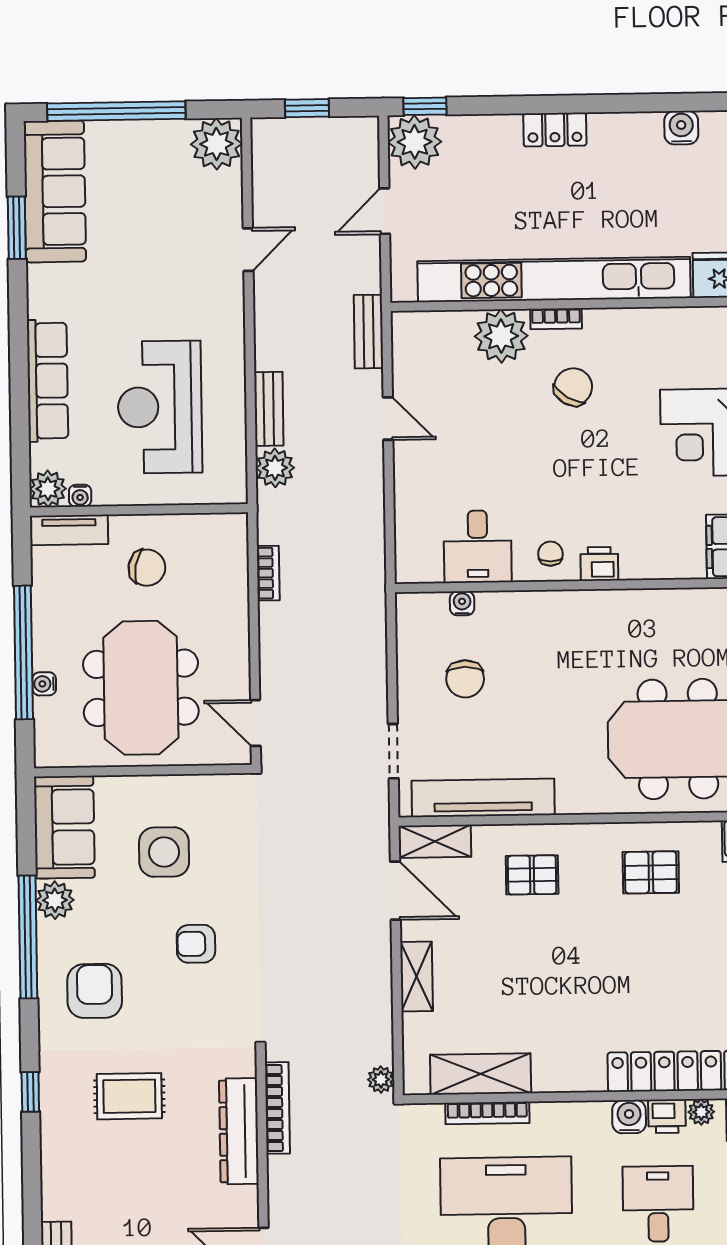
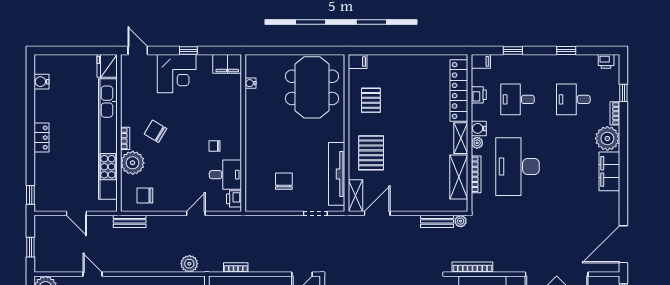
plant: (415, 142) -> (46, 200), removed
chair: (428, 365) -> (145, 195), added
bench: (269, 409) -> (437, 221), moved
door: (388, 419) -> (196, 213), moved
chair: (550, 554) -> (215, 146), moved
printer: (599, 564) -> (234, 199), moved
water cooler: (462, 603) -> (250, 83), moved
chair: (465, 679) -> (284, 181), turned -90
pallet: (532, 875) -> (371, 153), width x1.50, depth x1.42
shelving: (417, 976) -> (461, 138), moved, turned 90
plant: (701, 1112) -> (477, 143), moved
water cooler: (629, 1117) -> (479, 128), moved

